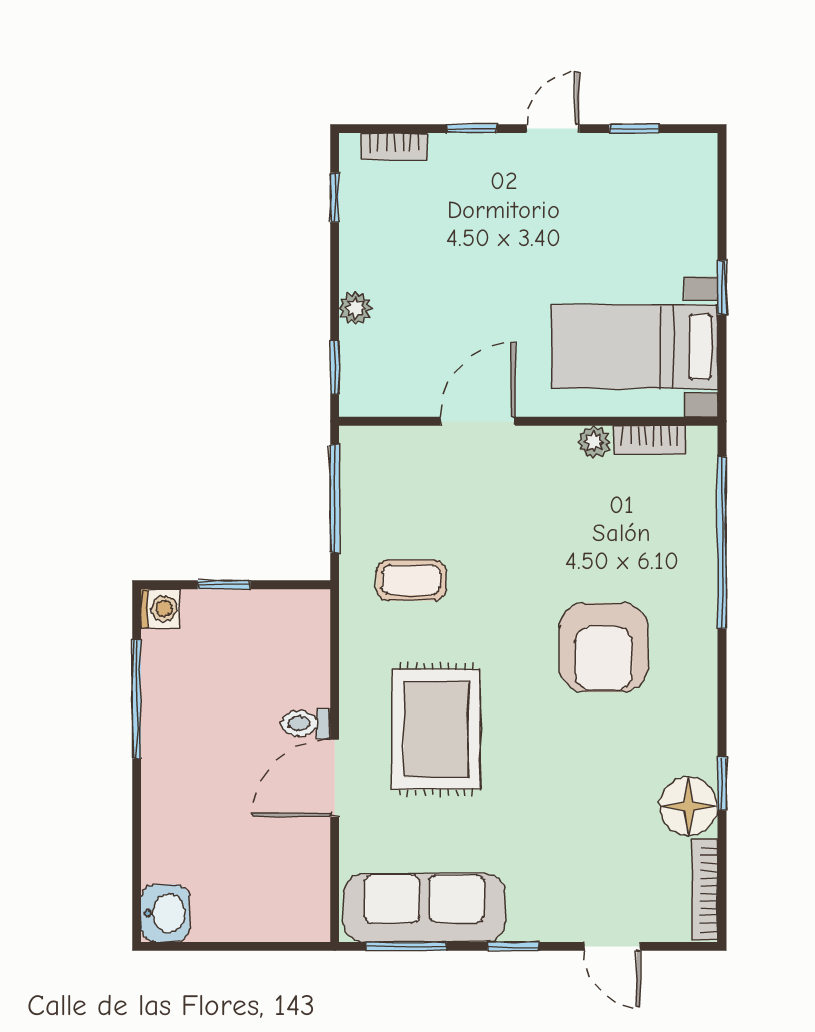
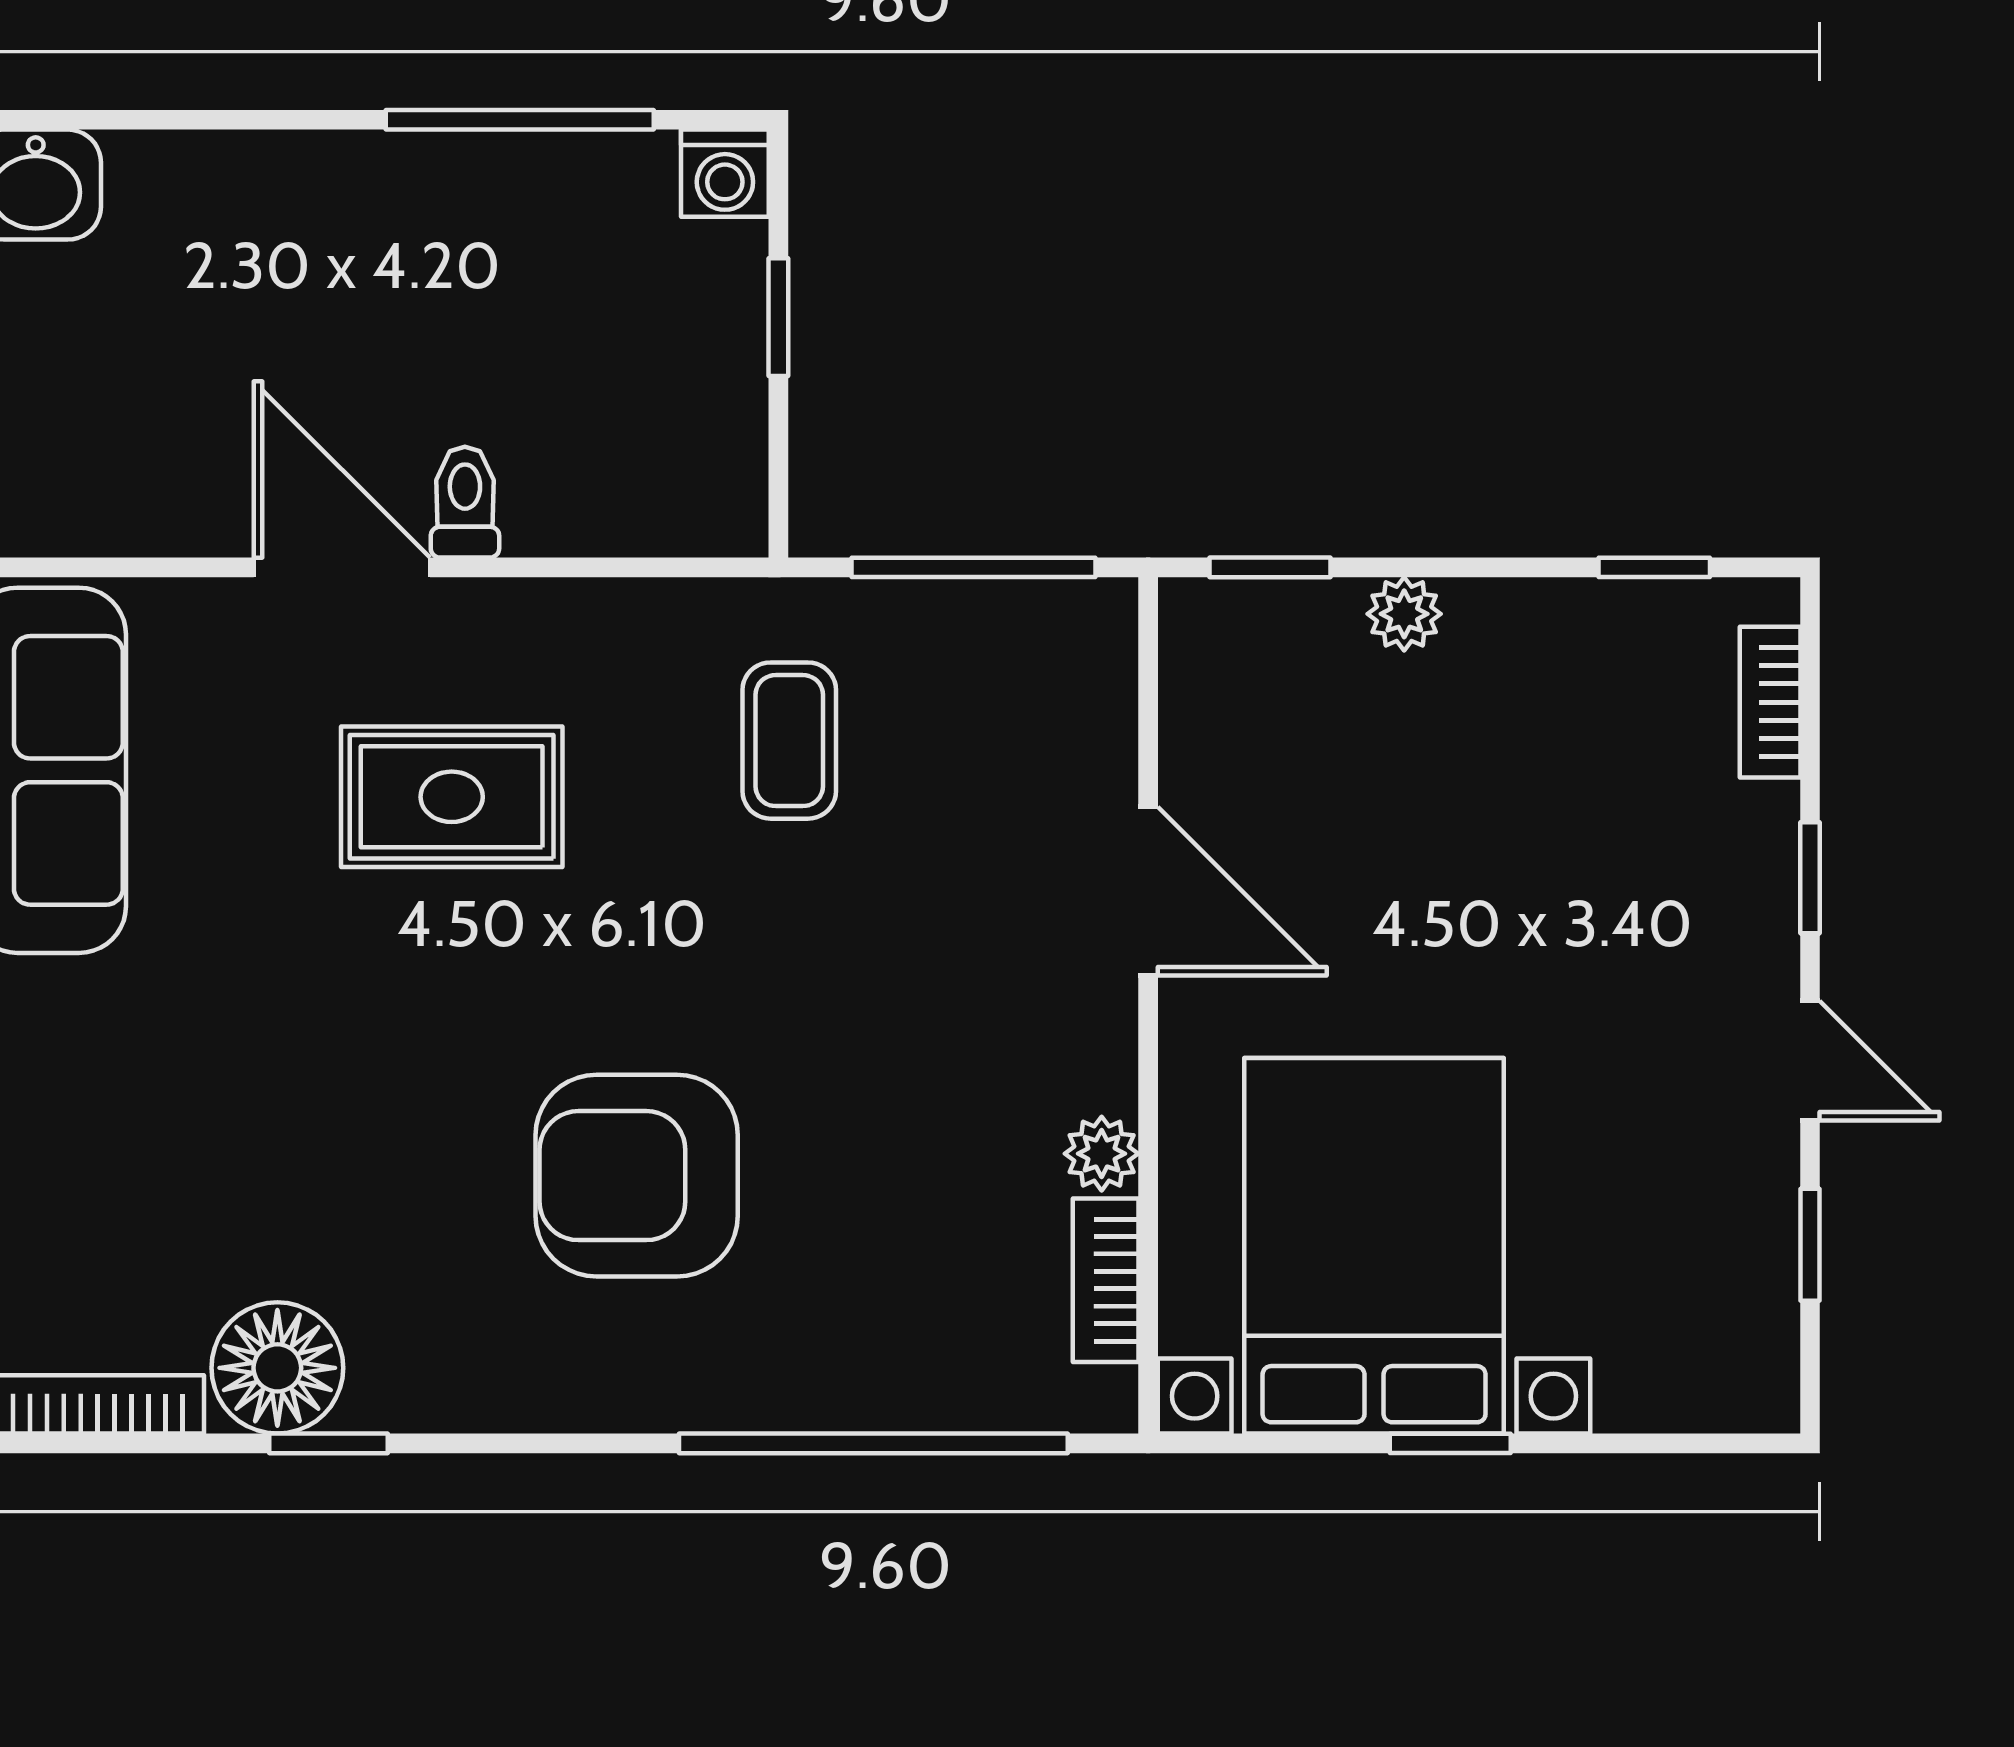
bed with nightstands: (635, 347) -> (1374, 1246), width x1.36
rug: (436, 729) -> (452, 797), width x0.73, depth x0.70

